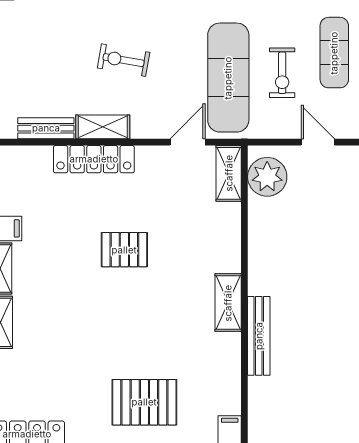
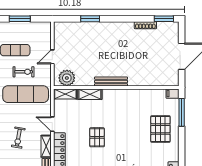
door: (188, 142) -> (52, 124), moved
shelving: (228, 303) -> (90, 94), moved
bench: (259, 336) -> (111, 82), moved

